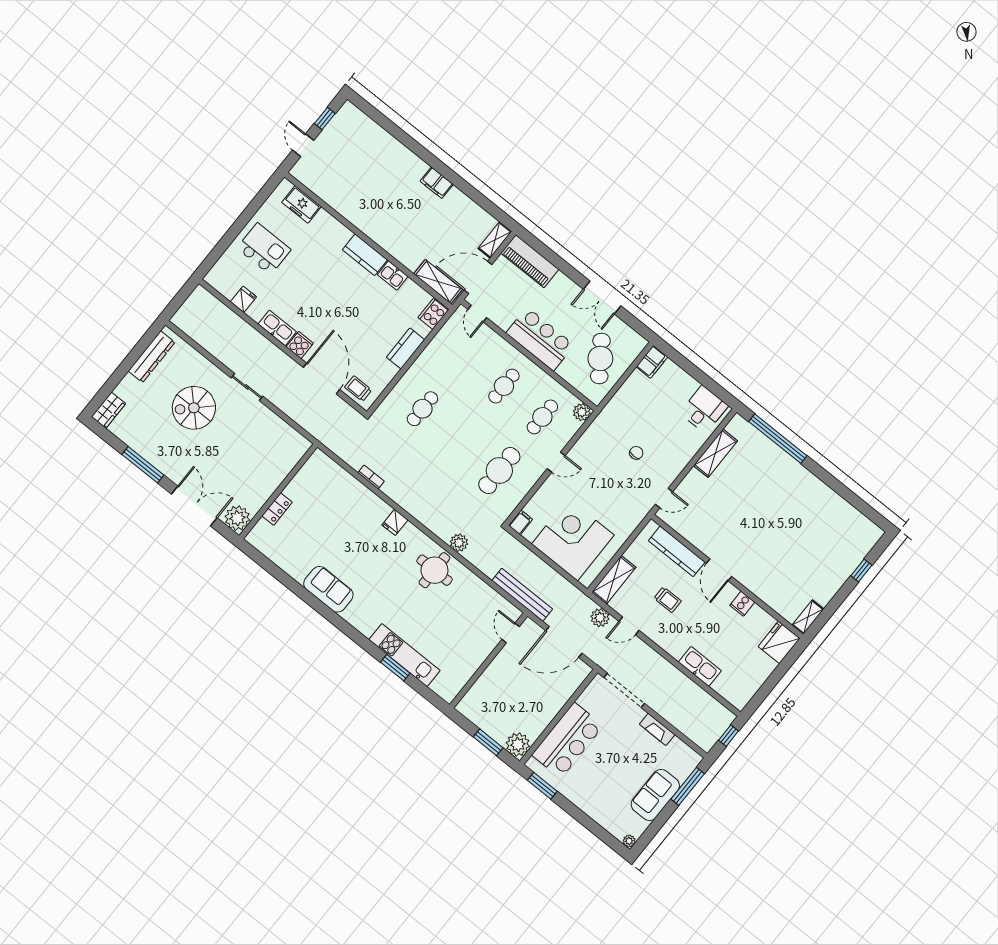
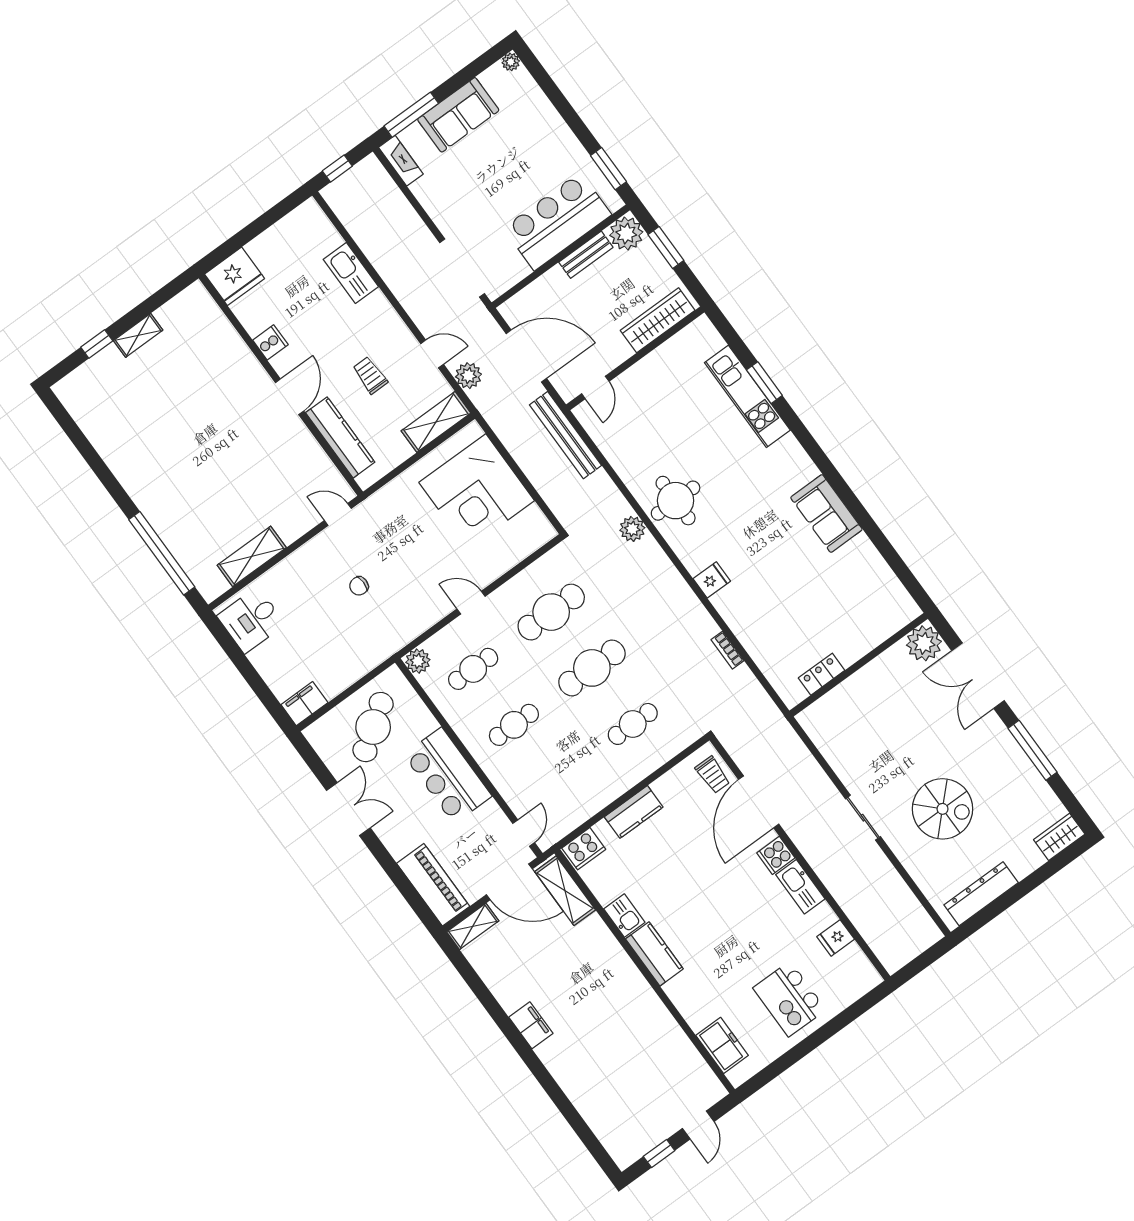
cafe table: (461, 440) -> (592, 668), added
locker: (277, 509) -> (822, 674), moved
filing cabinet: (521, 522) -> (541, 534), removed
shelving: (808, 617) -> (138, 335), moved
wardrobe: (480, 691) -> (658, 320), added
bench: (542, 723) -> (586, 255), added
fireplace: (657, 729) -> (401, 161), moved

